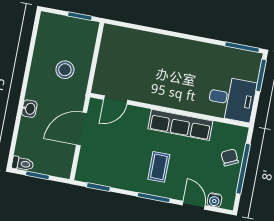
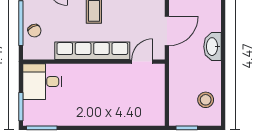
stool: (65, 70) -> (206, 100), moved
washbasin: (29, 109) -> (213, 47), width x1.91, depth x1.45
row of seats: (180, 125) -> (92, 51), width x1.36

